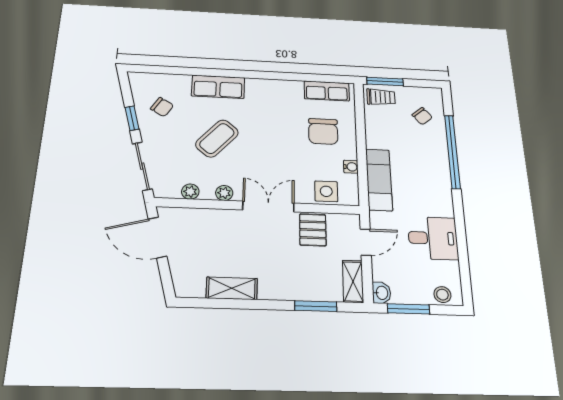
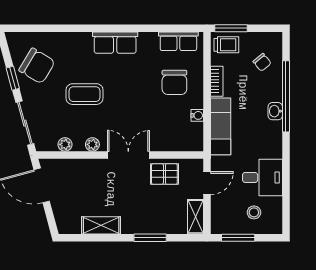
row of seats: (218, 87) -> (115, 43), moved
chair: (162, 107) -> (37, 66), width x1.87, depth x1.87
bookcase: (372, 132) -> (217, 81), added
coffee table: (217, 138) -> (85, 94), turned 49
side table: (326, 191) -> (176, 139), removed
pallet: (313, 230) -> (164, 174), turned 90
washbasin: (381, 293) -> (275, 111), moved, turned 180
stool: (442, 295) -> (254, 212), moved
window: (316, 306) -> (150, 238), moved

